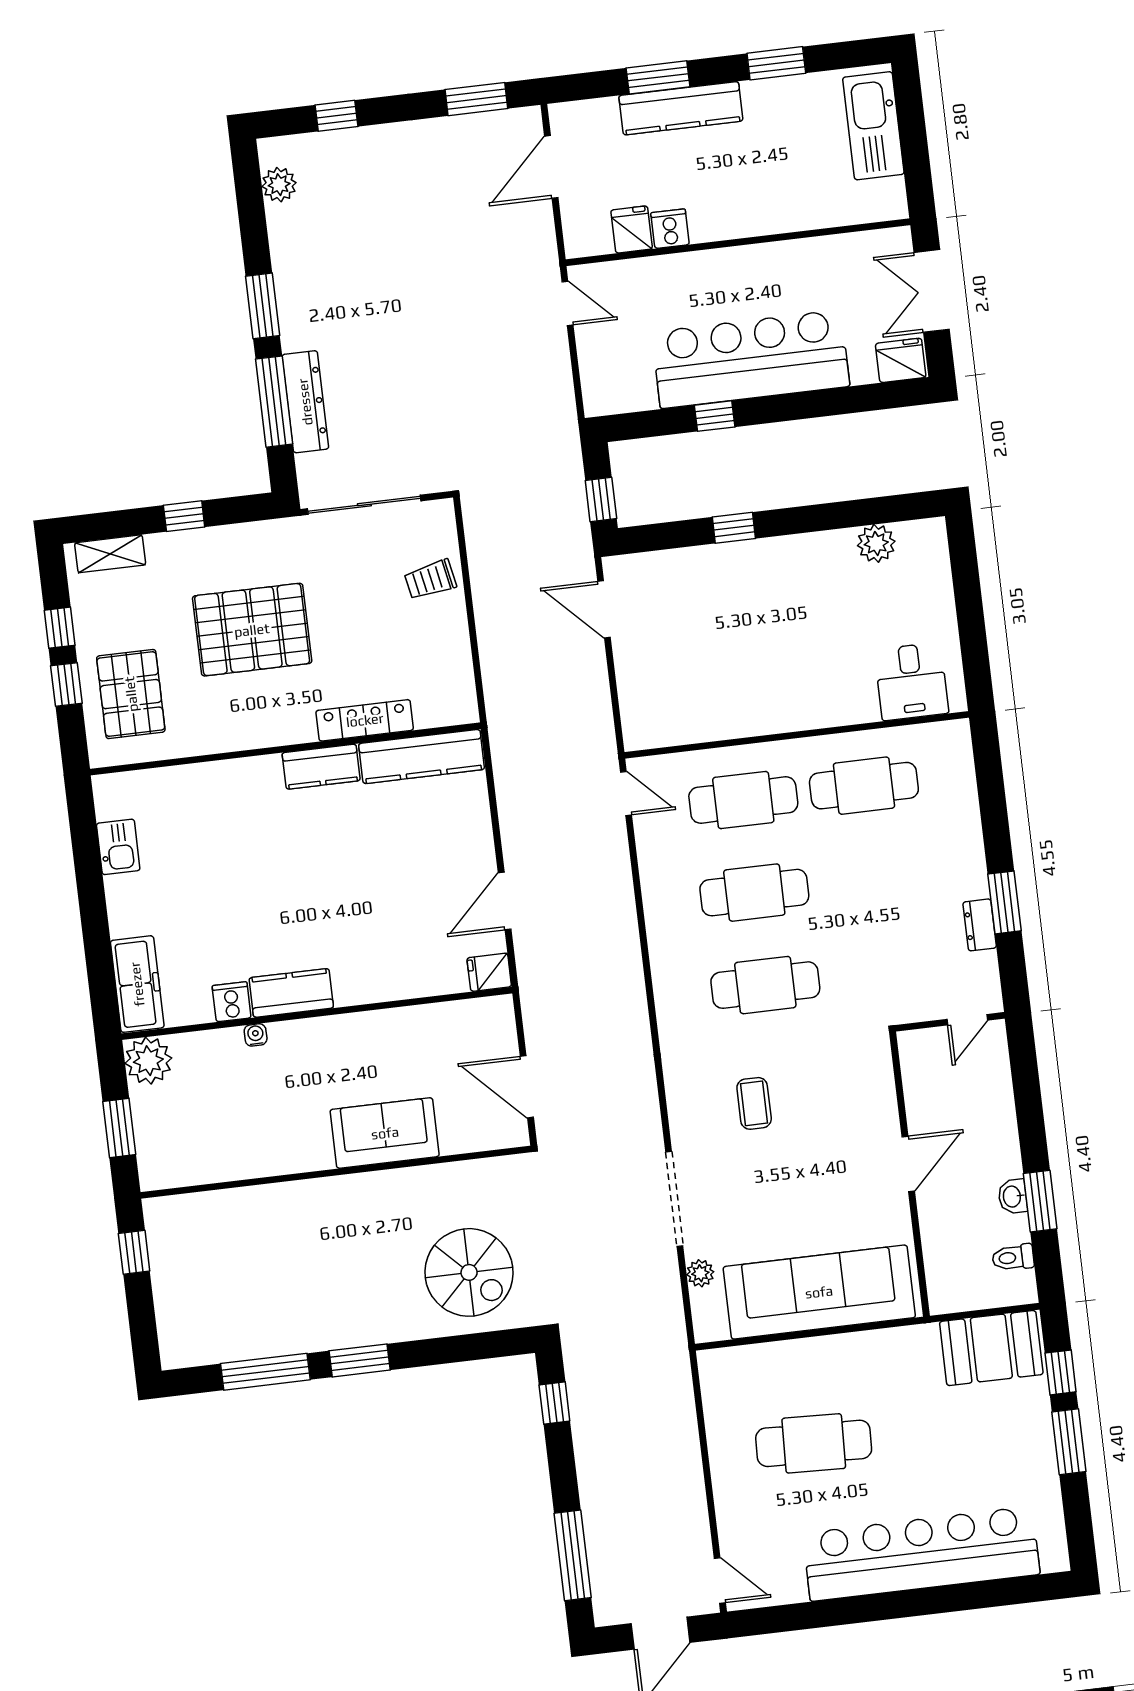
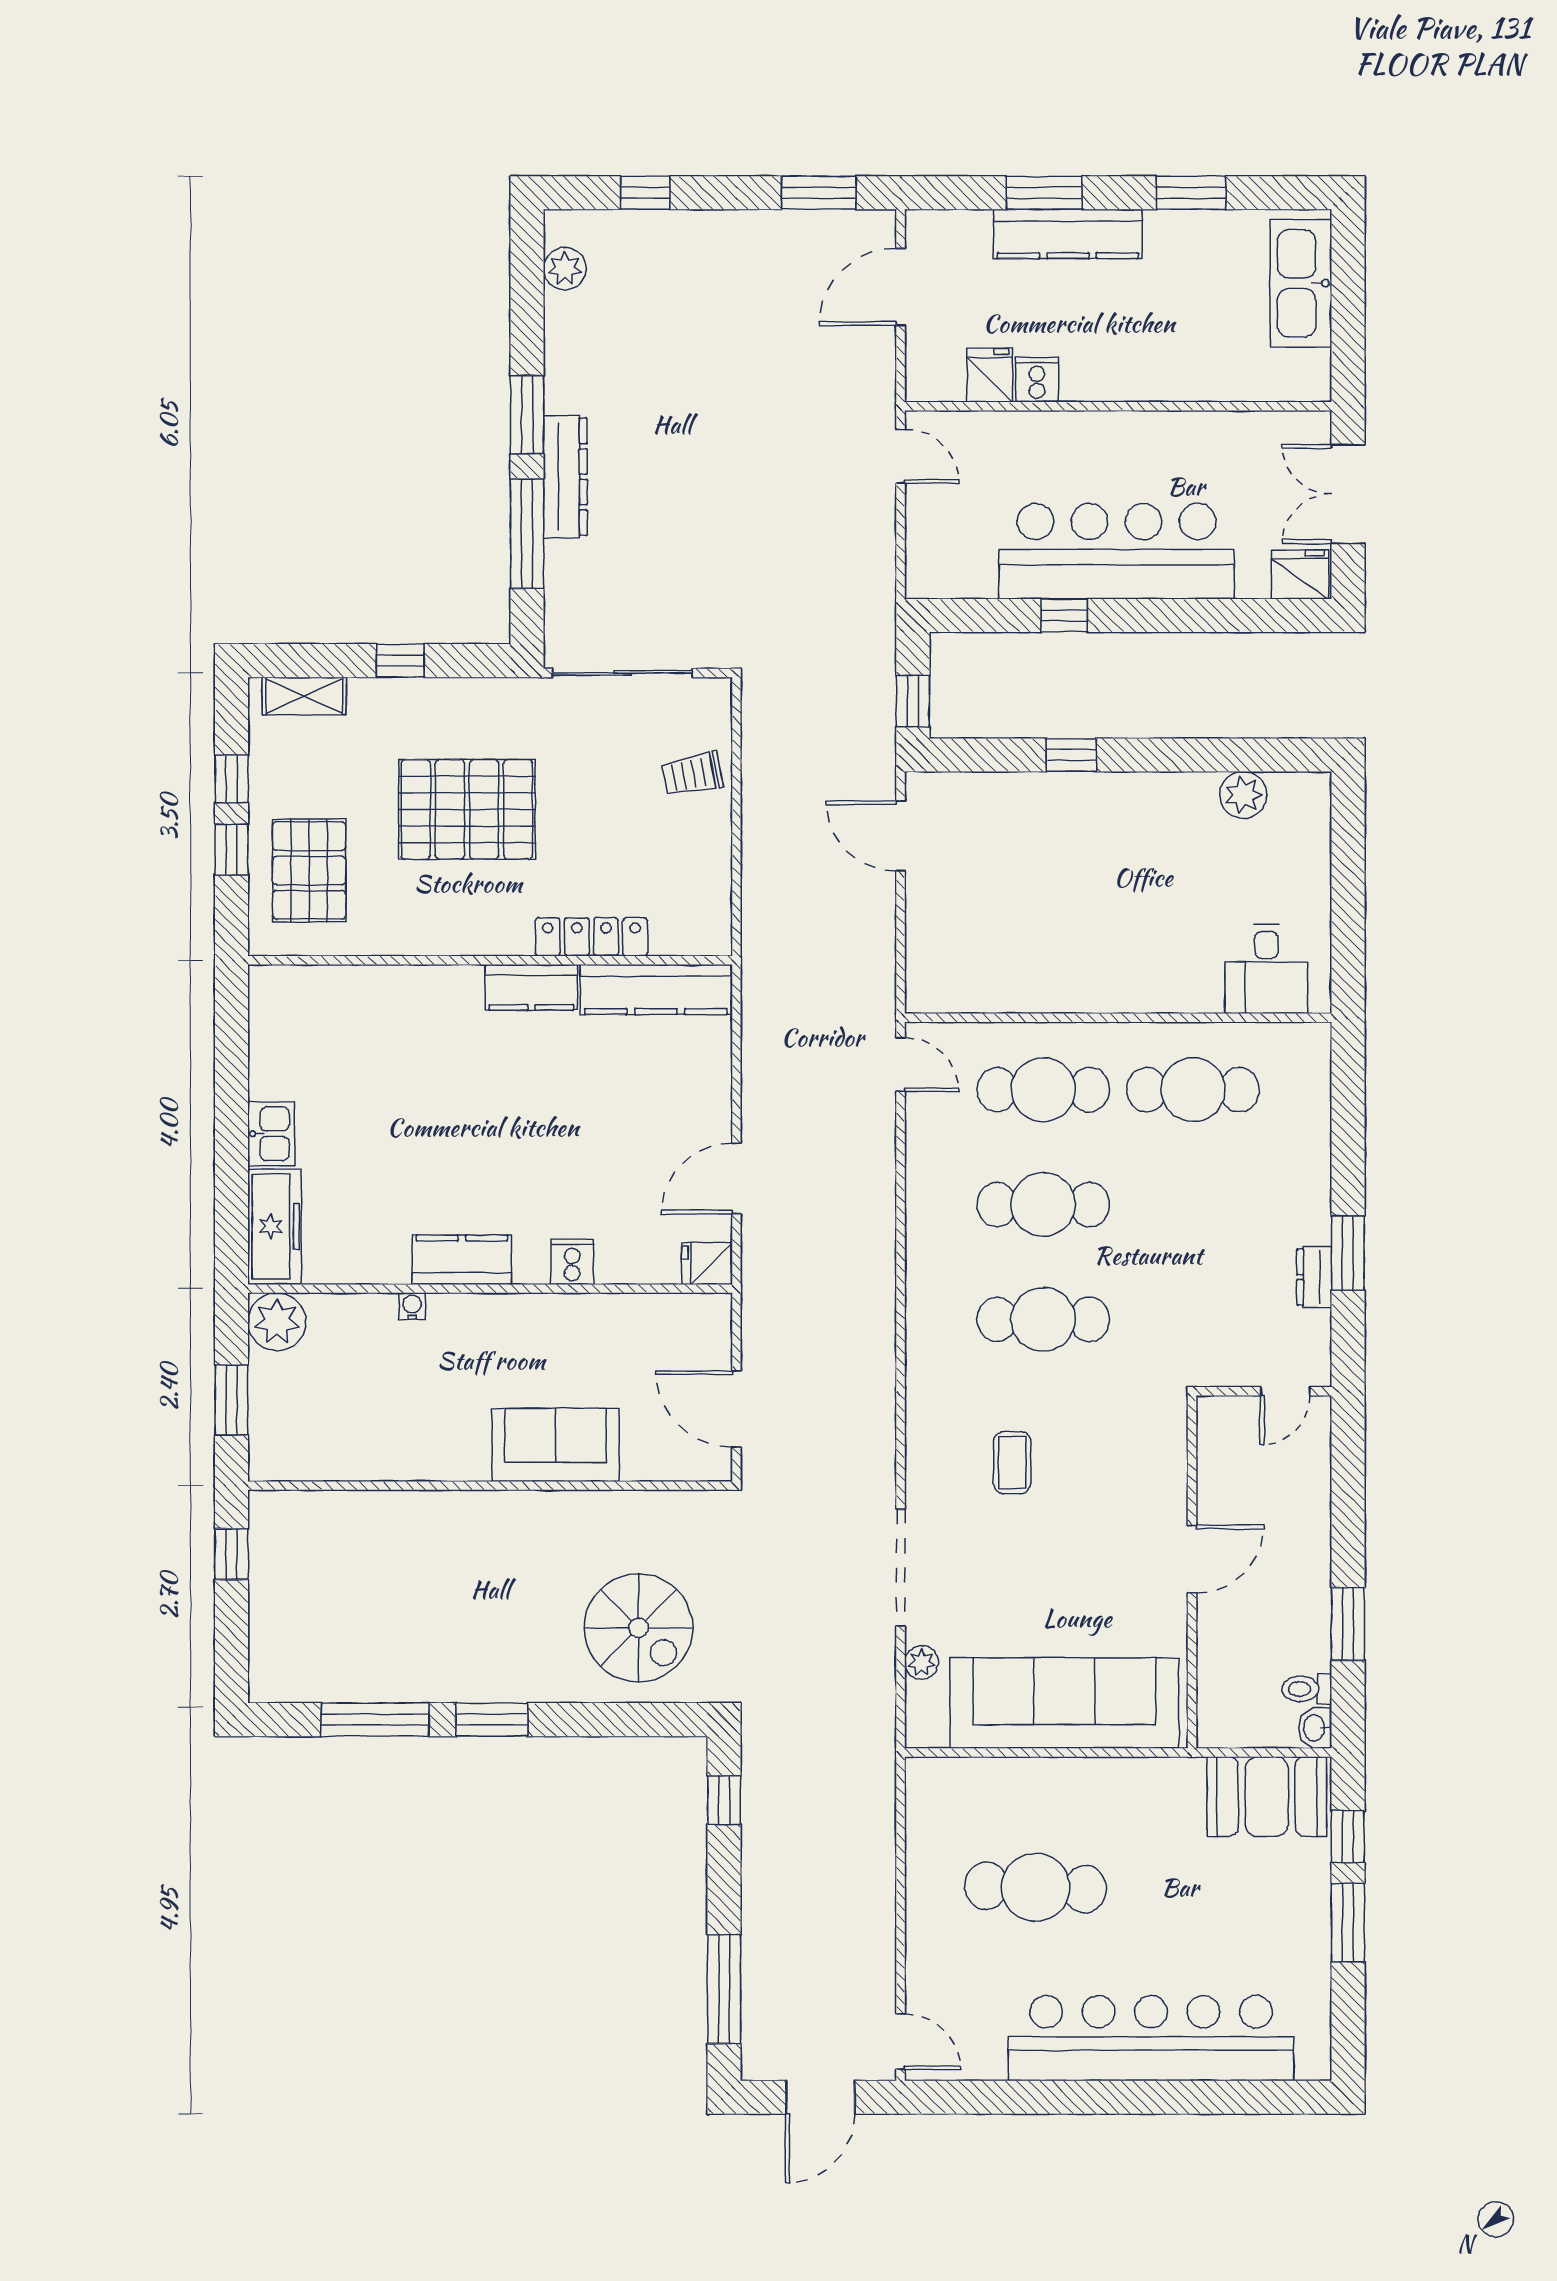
dresser: (305, 402) -> (565, 477), moved
kitchen sink: (118, 847) -> (271, 1134), moved
cooker: (232, 1002) -> (572, 1262), moved
washbasin: (1013, 1196) -> (1315, 1728), moved

